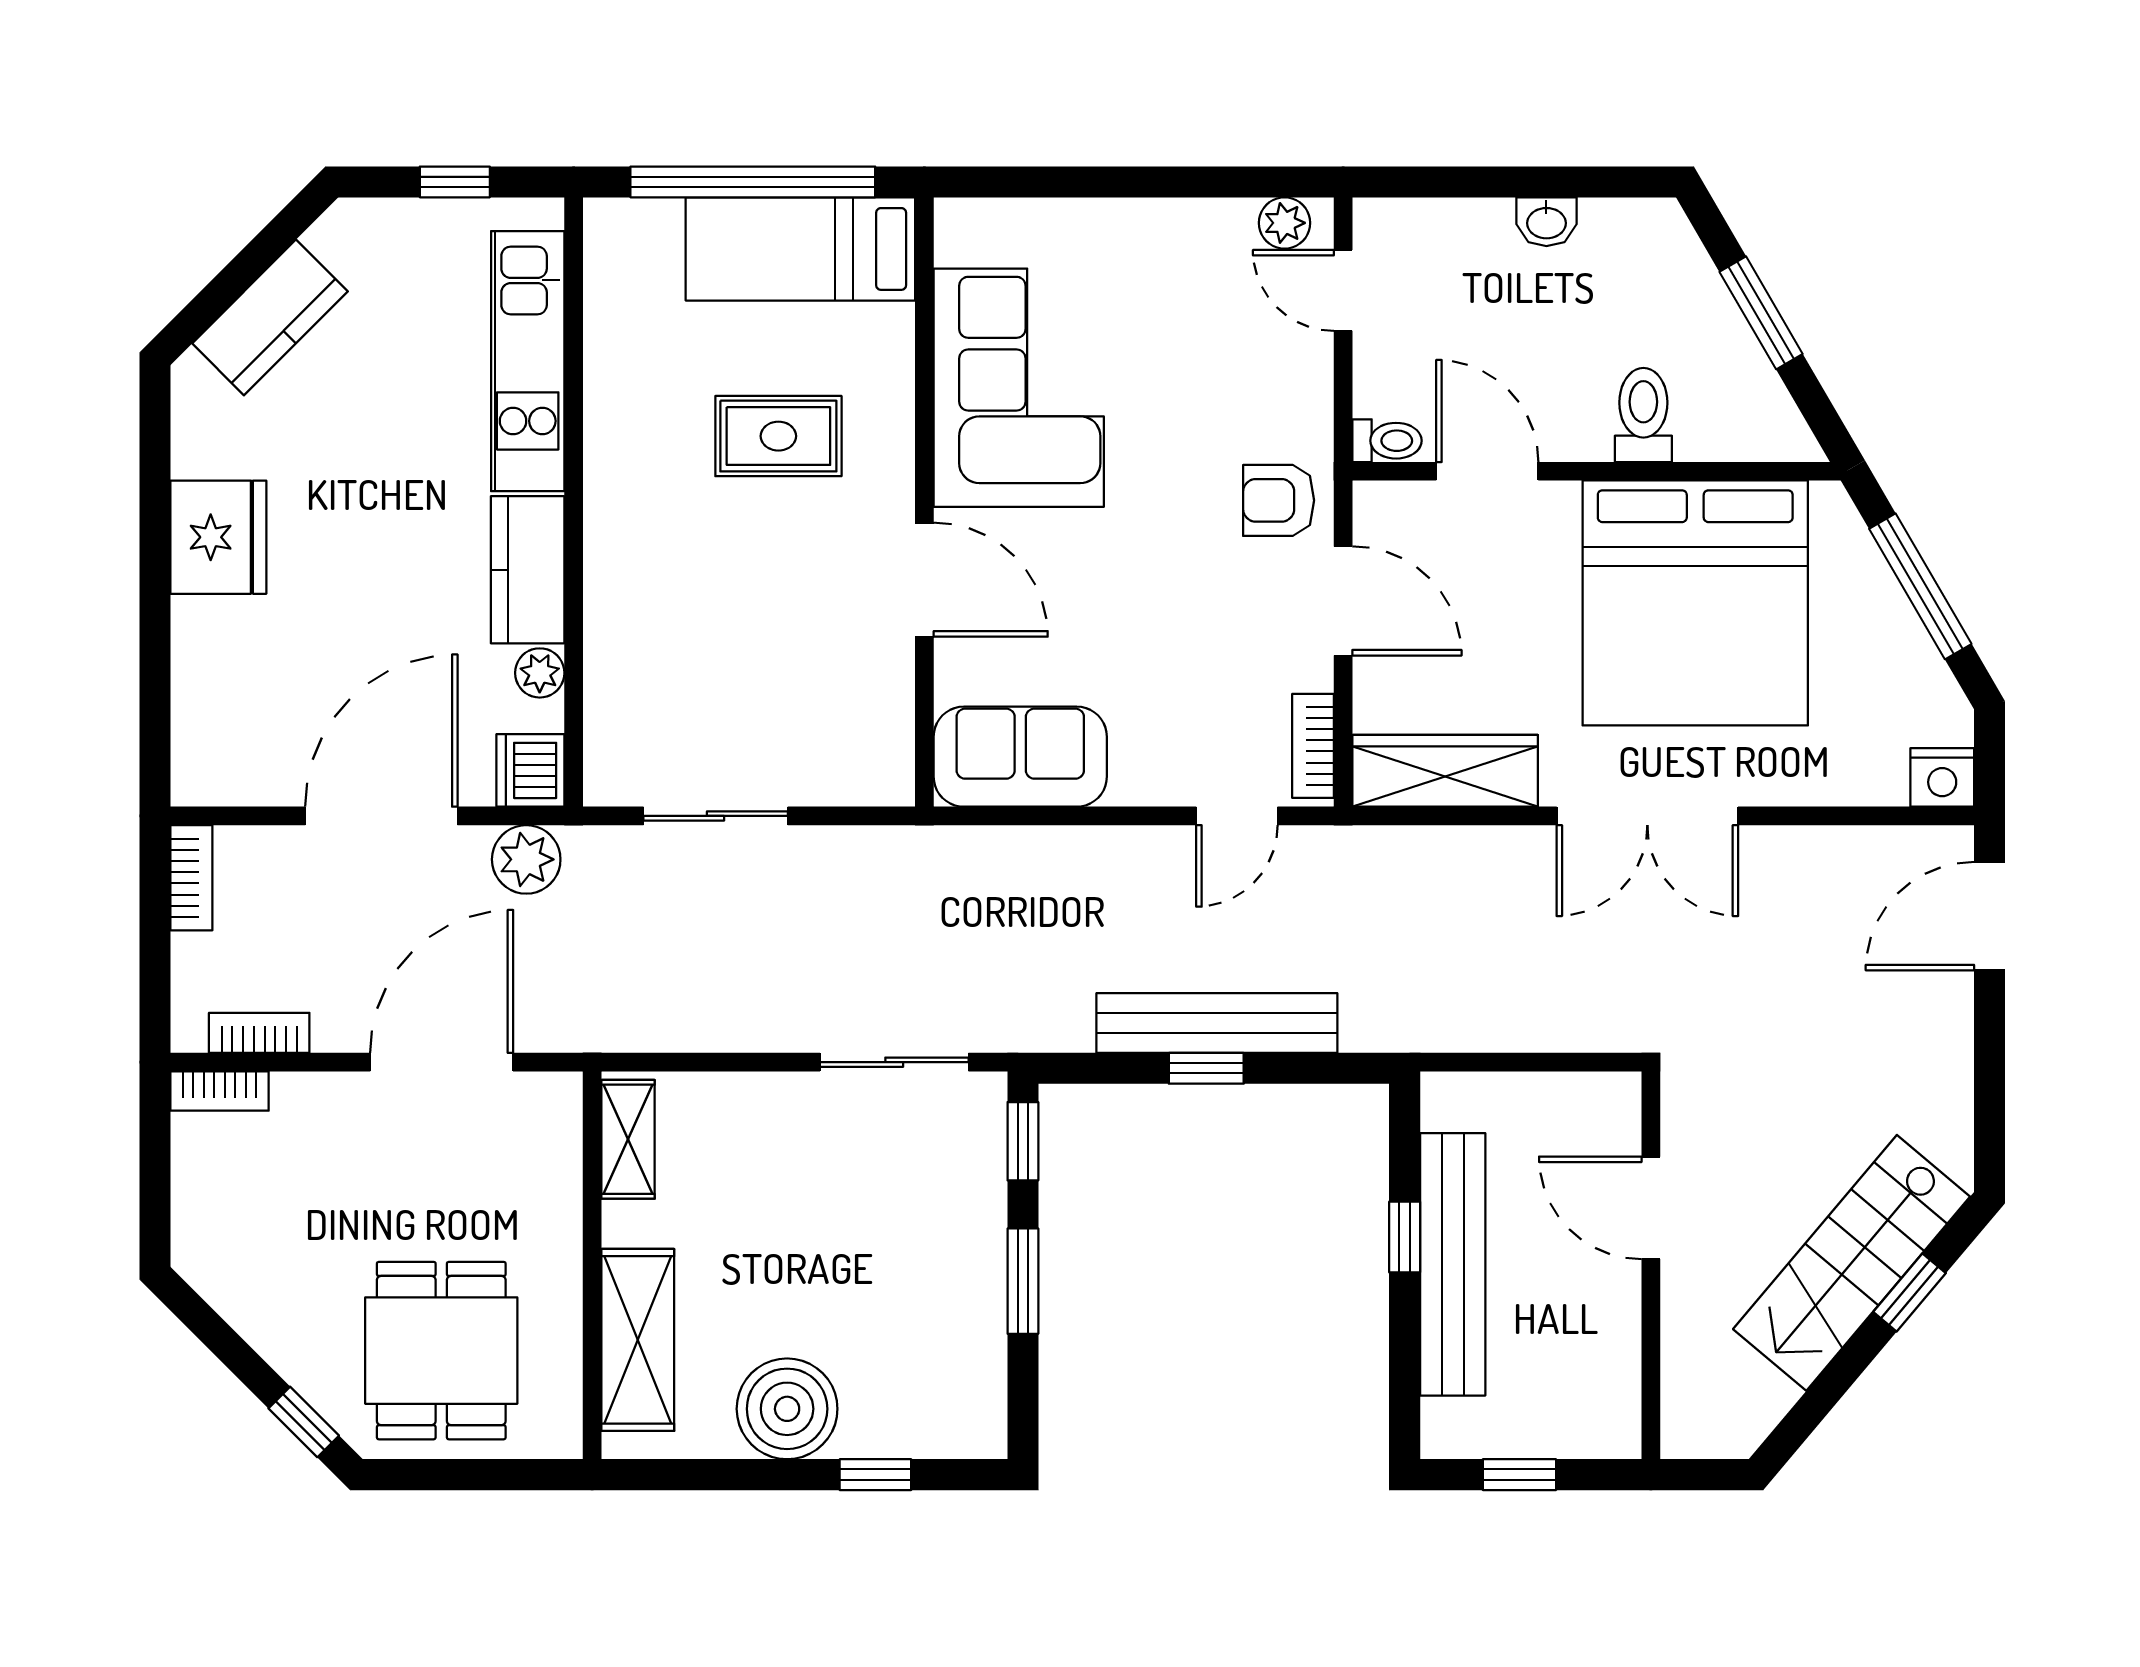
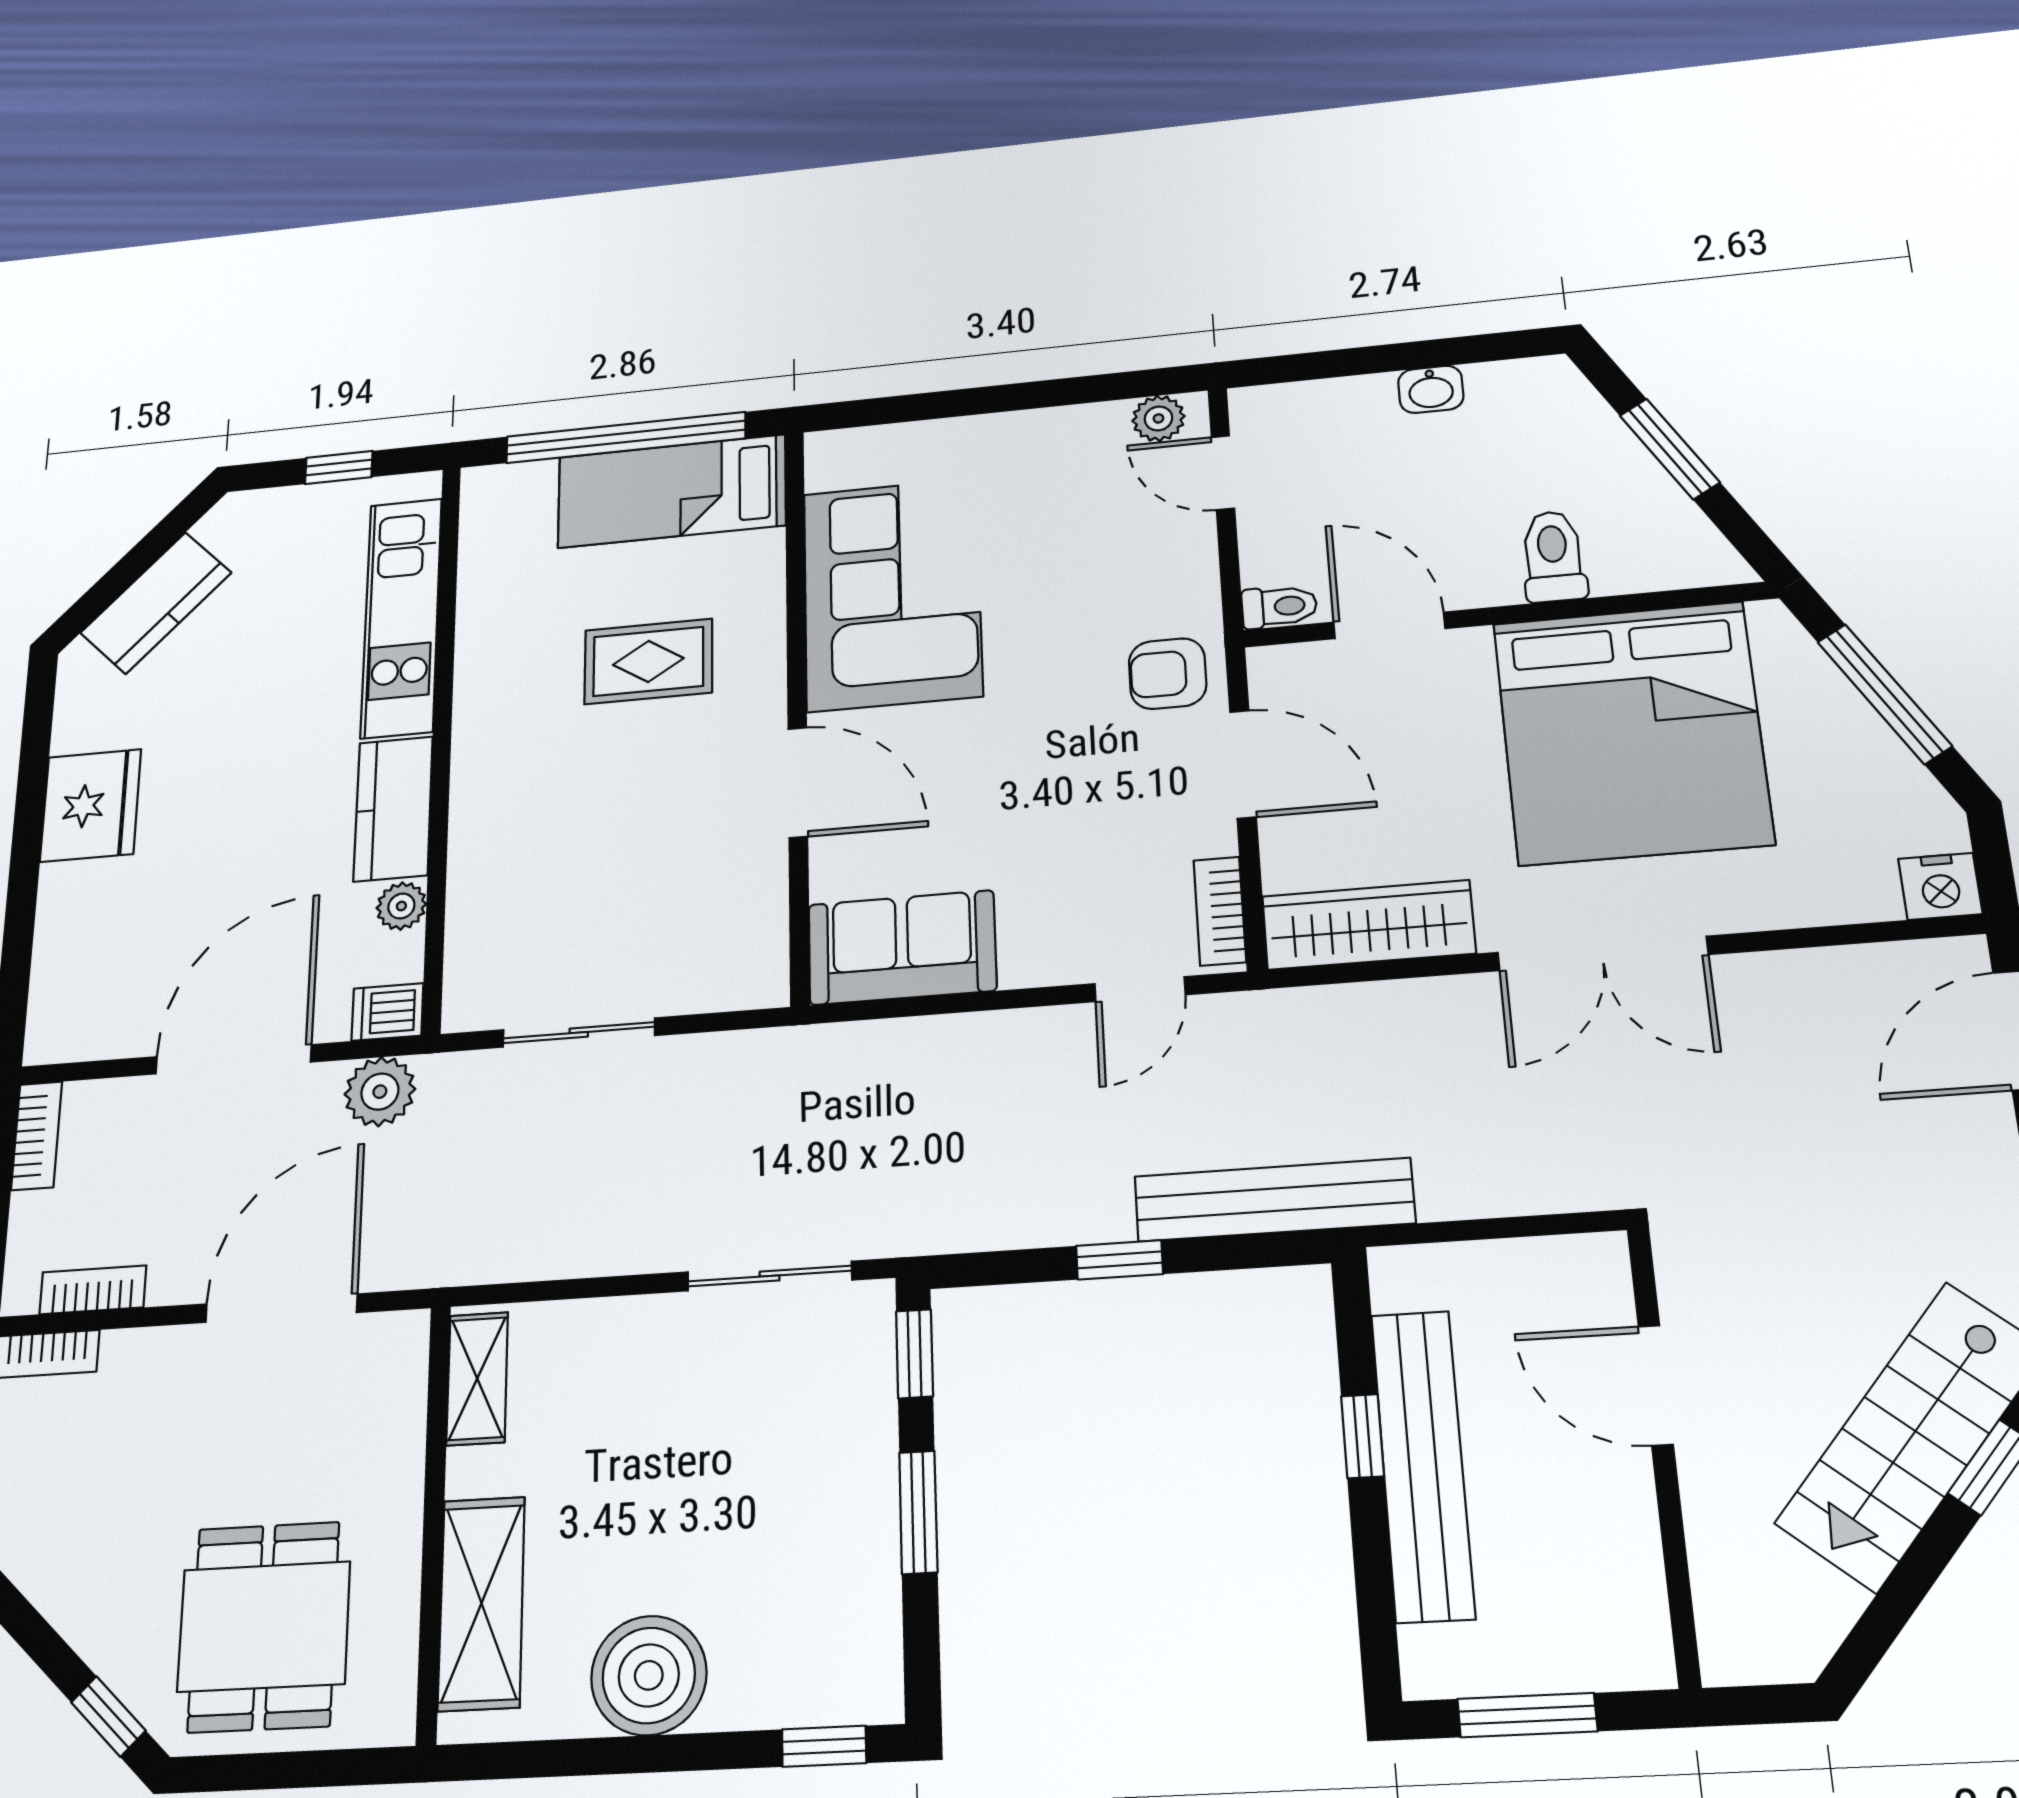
dishwasher: (530, 770) -> (388, 1012), width x0.73
bench: (1217, 1023) -> (1274, 1200), moved
window: (875, 1475) -> (824, 1746), moved
window: (1519, 1475) -> (1527, 1715), width x1.50

